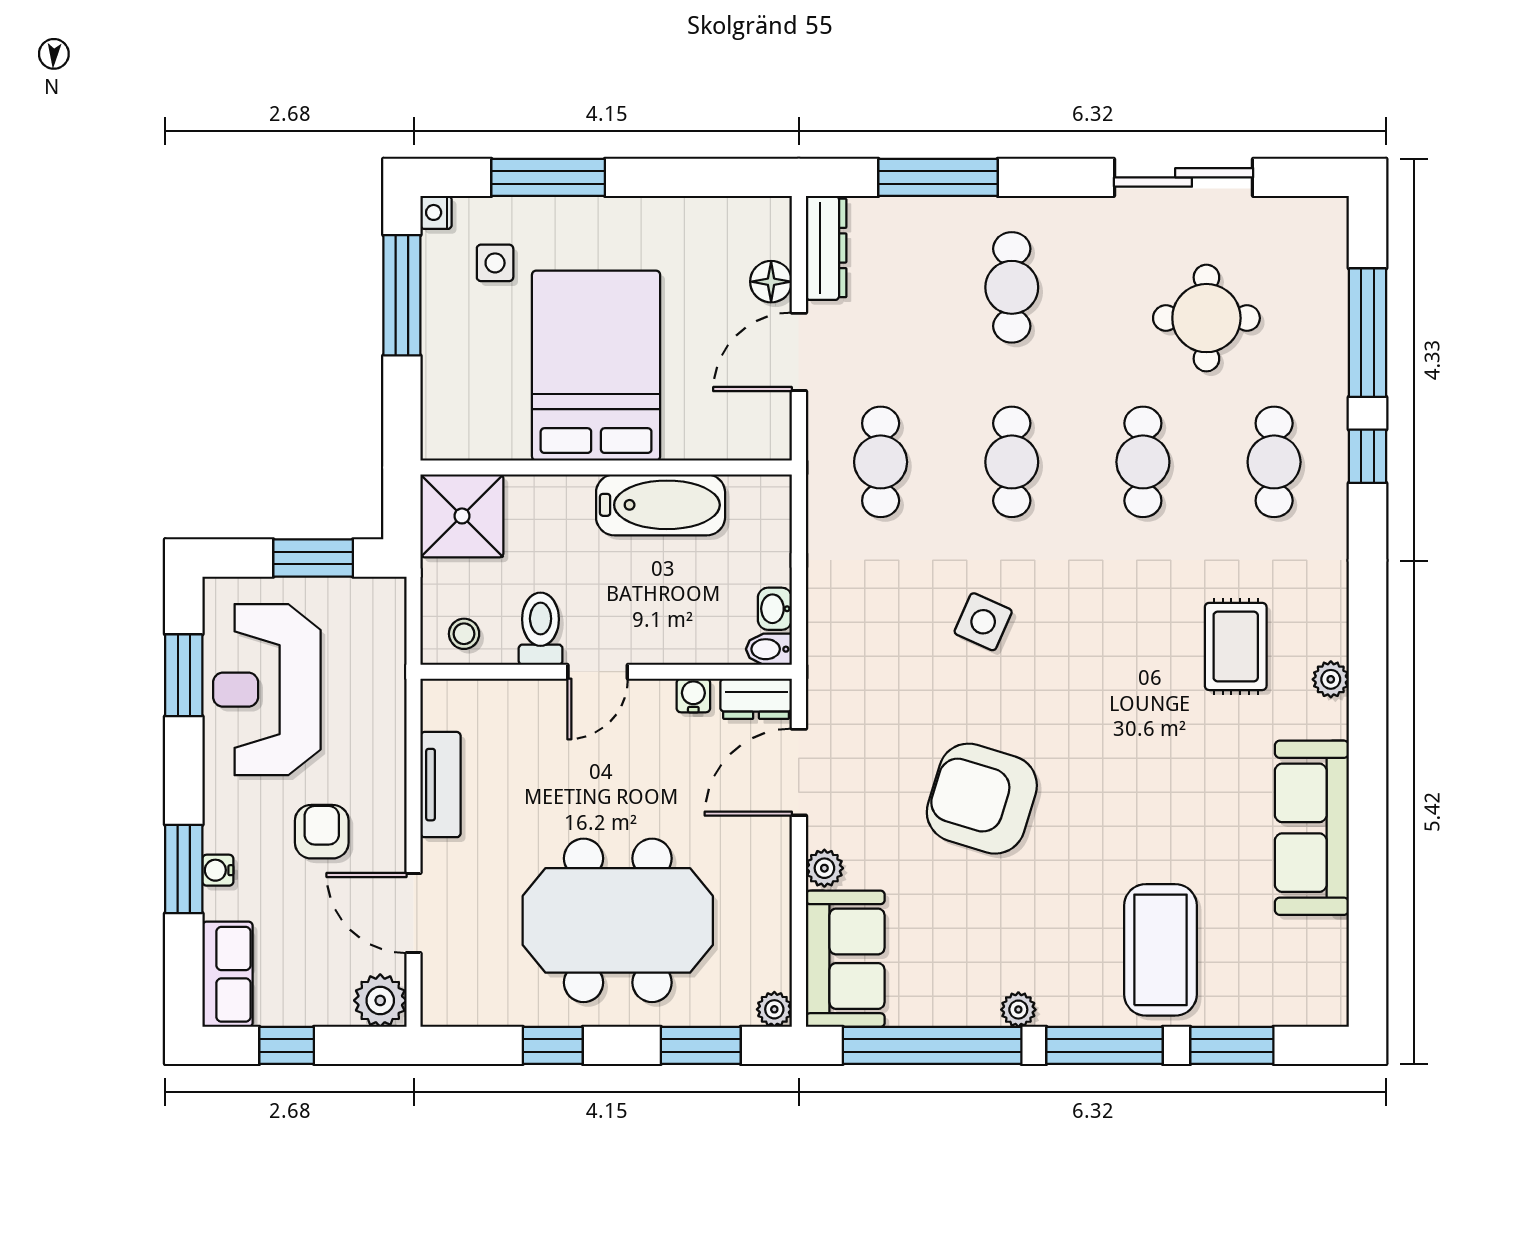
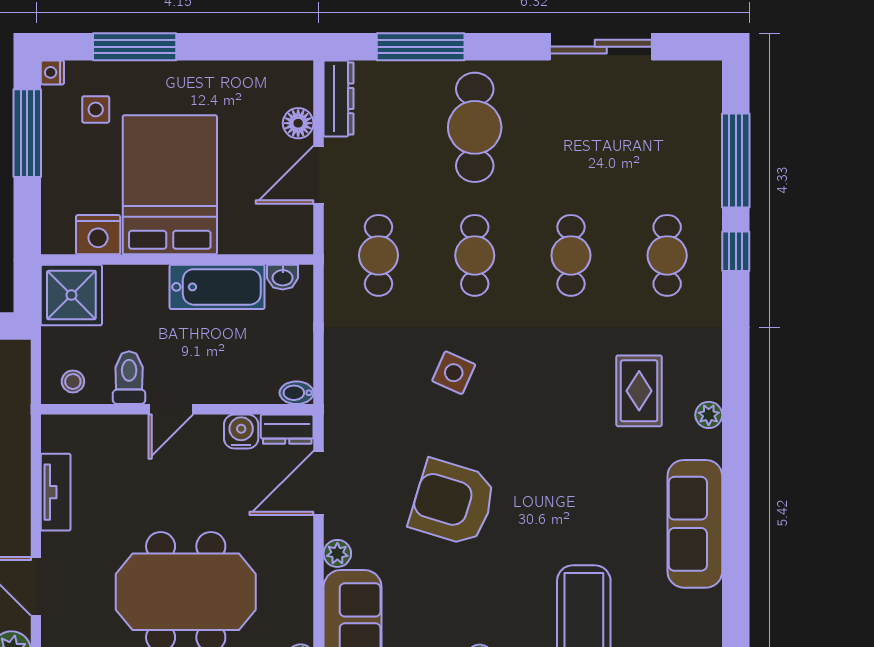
cafe table: (1012, 287) -> (475, 127), width x1.37, depth x1.35
round table: (1206, 318) -> (618, 150), removed
nightstand: (498, 434) -> (98, 235), added
washbasin: (775, 609) -> (283, 277), moved, turned -90
water cooler: (693, 695) -> (241, 431), width x1.38, depth x1.38

